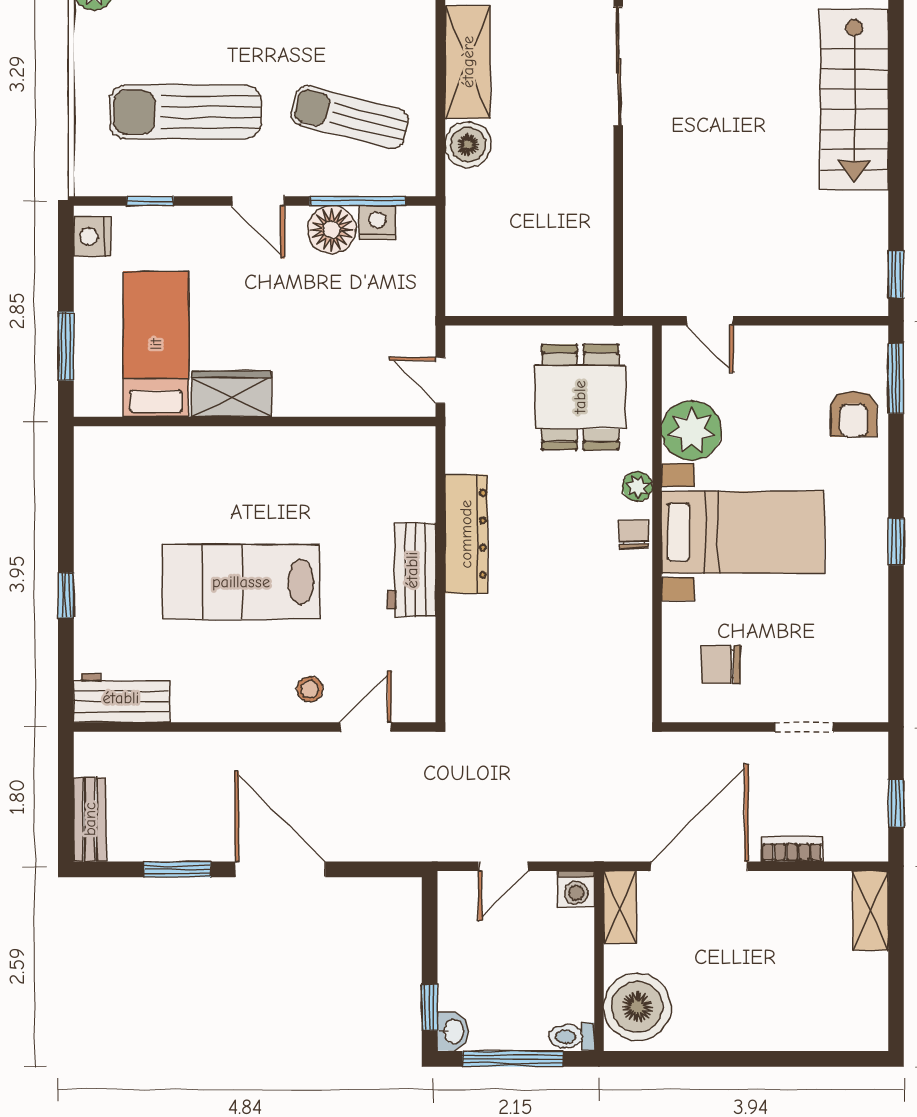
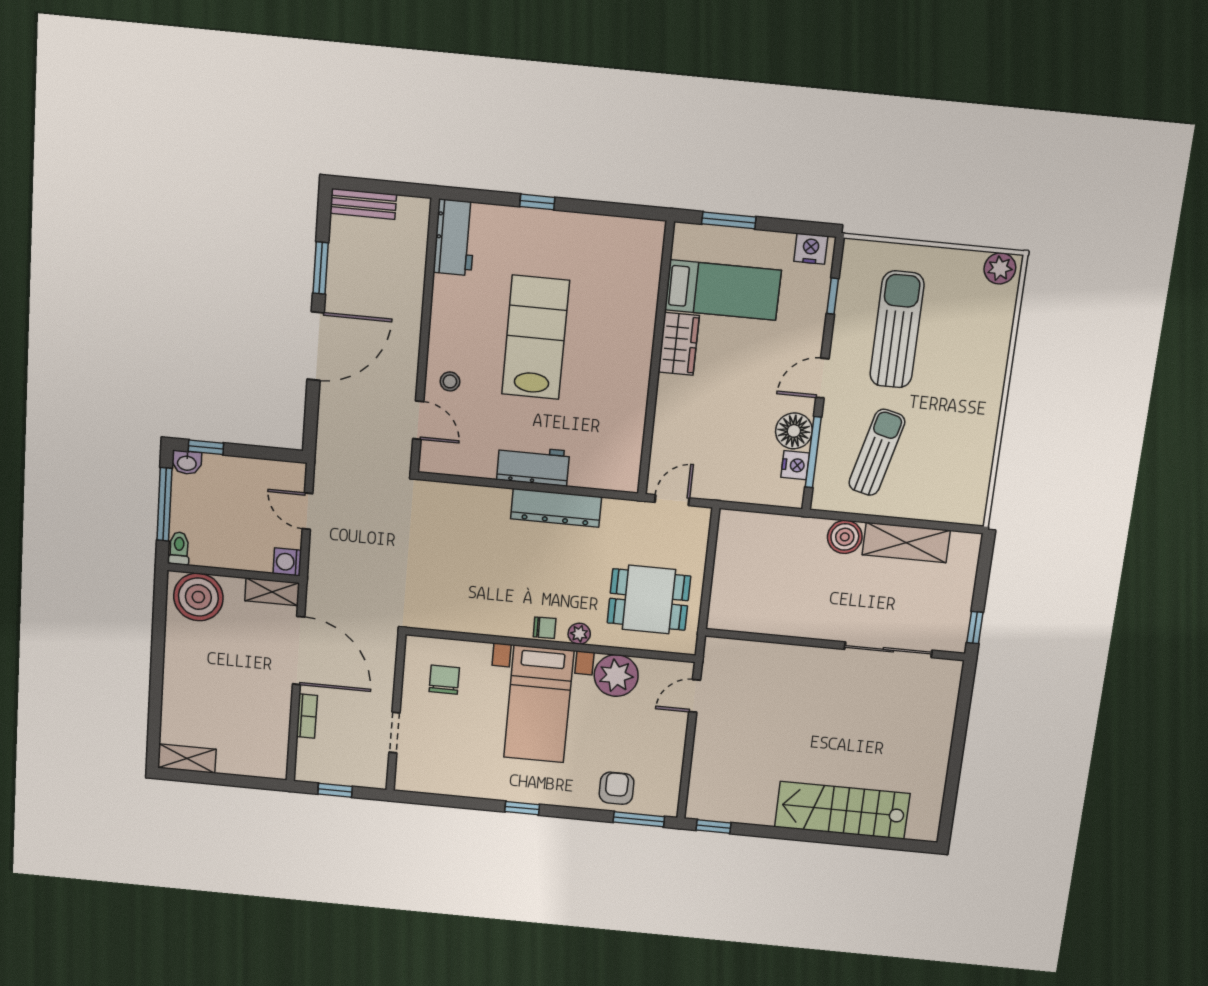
armchair: (854, 414) -> (617, 788), turned 90
shelving: (870, 911) -> (187, 759), moved

